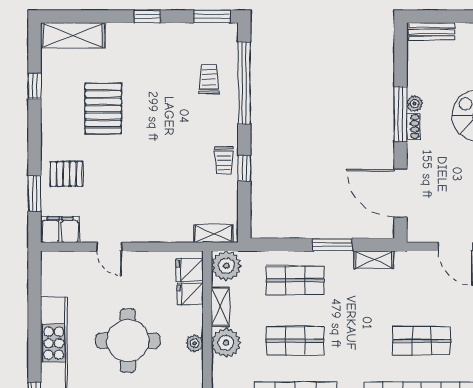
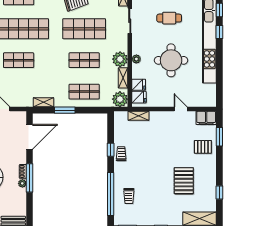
door: (400, 193) -> (29, 137), hinge flipped
shelving: (213, 234) -> (139, 116), moved

